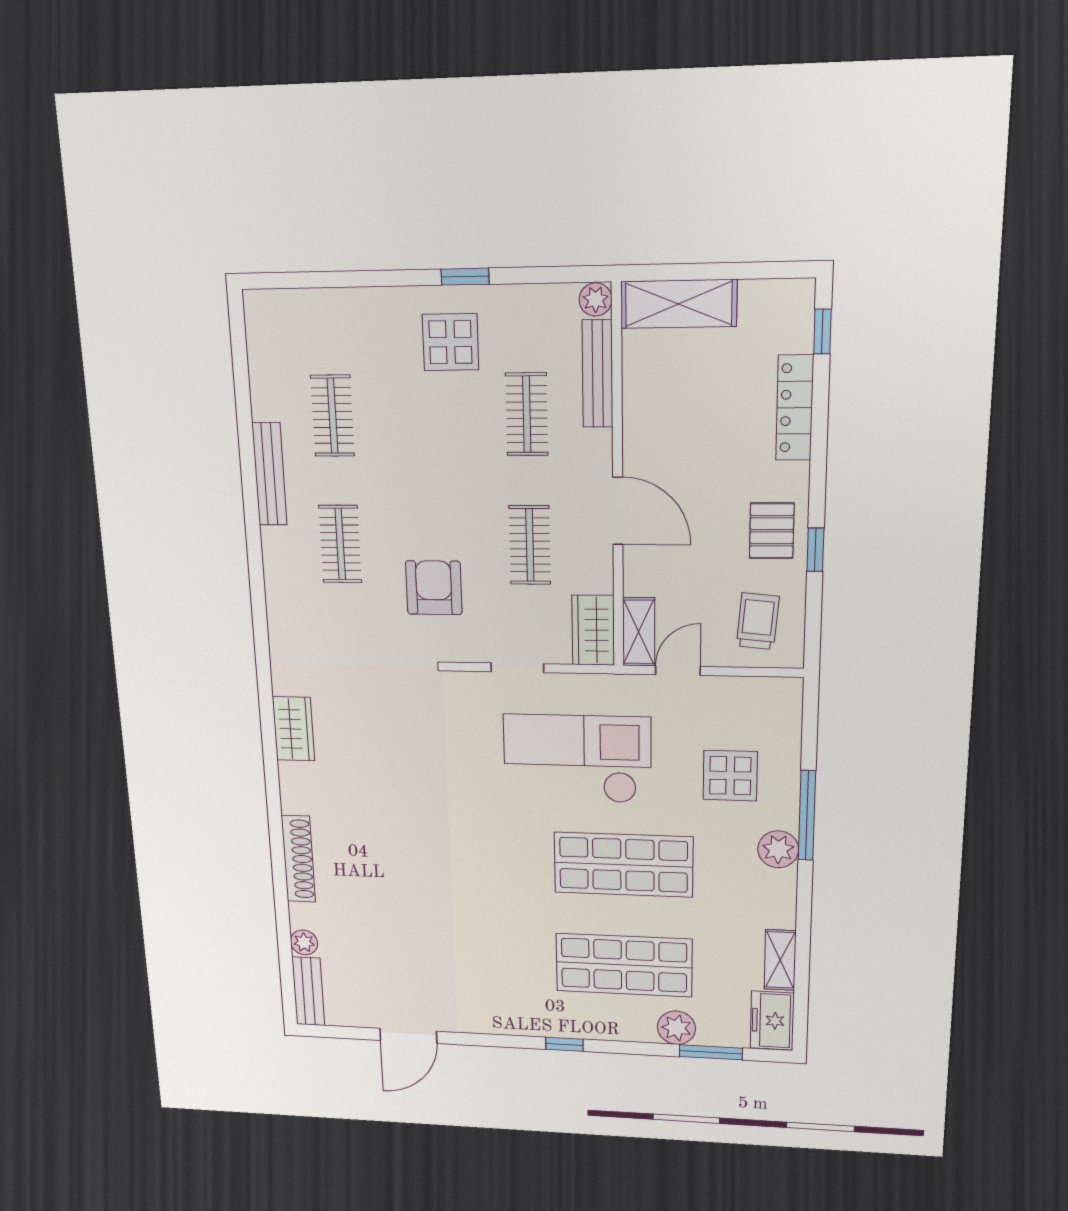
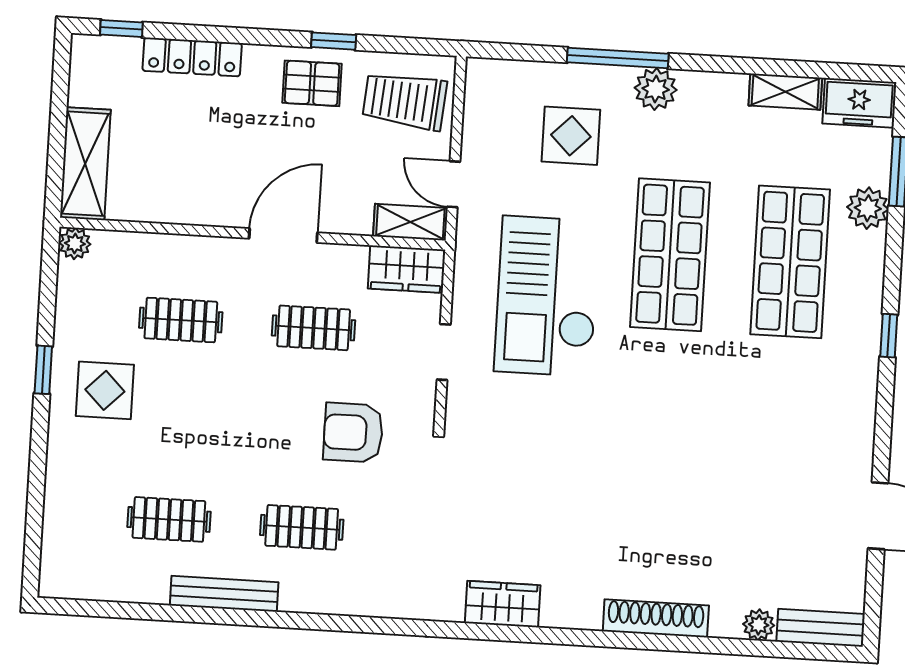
bench: (598, 374) -> (146, 246), removed
trolley: (758, 621) -> (405, 101), width x1.36, depth x1.39

